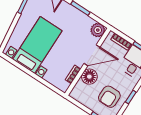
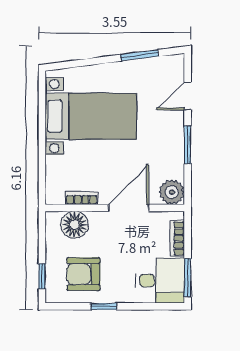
door: (92, 55) -> (129, 208), swing flipped
floor lamp: (89, 77) -> (75, 225), moved

